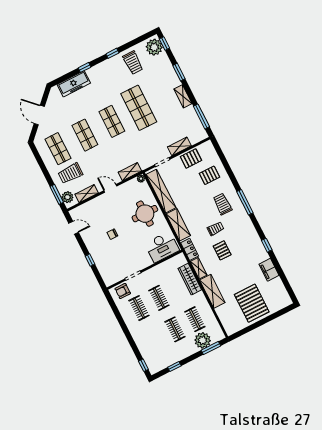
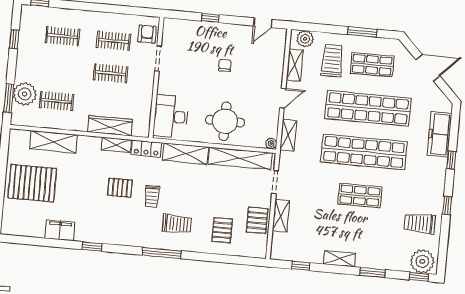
shop shelf: (139, 108) -> (360, 196), width x0.70, depth x0.74
window: (201, 116) -> (301, 266), width x0.46
shop shelf: (112, 121) -> (364, 152), width x2.00, depth x1.36
shop shelf: (85, 135) -> (368, 108), width x2.00, depth x1.36
window: (57, 194) -> (362, 32), moved
shelving: (212, 291) -> (53, 142), moved
clothes rail: (175, 329) -> (63, 36), moved

